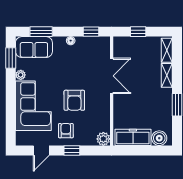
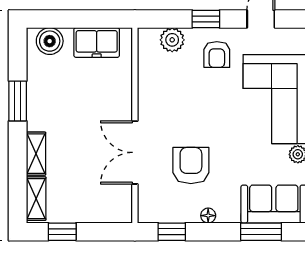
window: (138, 32) -> (62, 232), moved
armchair: (74, 100) -> (191, 165), moved
freezer: (133, 137) -> (97, 43), width x0.71
plant: (103, 139) -> (172, 40), moved

